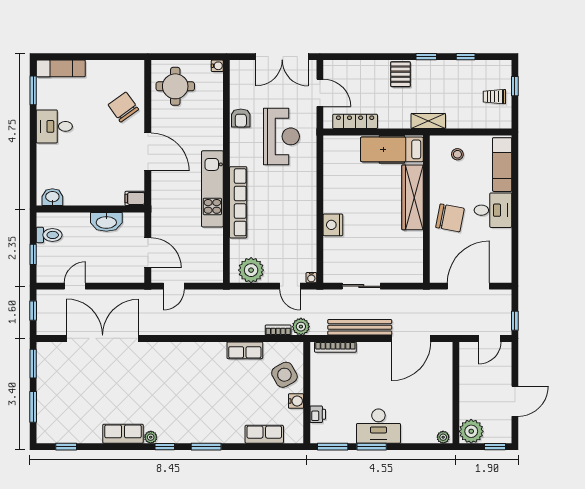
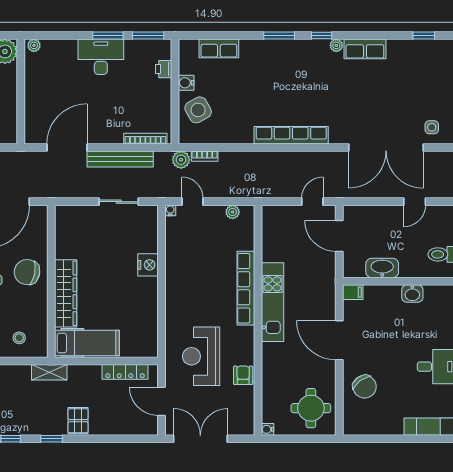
washbasin: (52, 197) -> (412, 294), moved
plant: (251, 270) -> (233, 212), width x0.53, depth x0.53
row of seats: (245, 350) -> (291, 135), moved, width x2.02
side table: (58, 358) -> (432, 127), added

